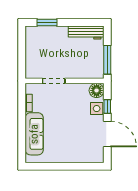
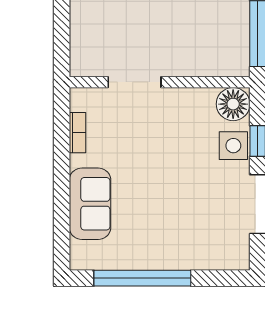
sofa: (34, 134) -> (90, 204), width x0.73
window: (57, 166) -> (142, 278), added

